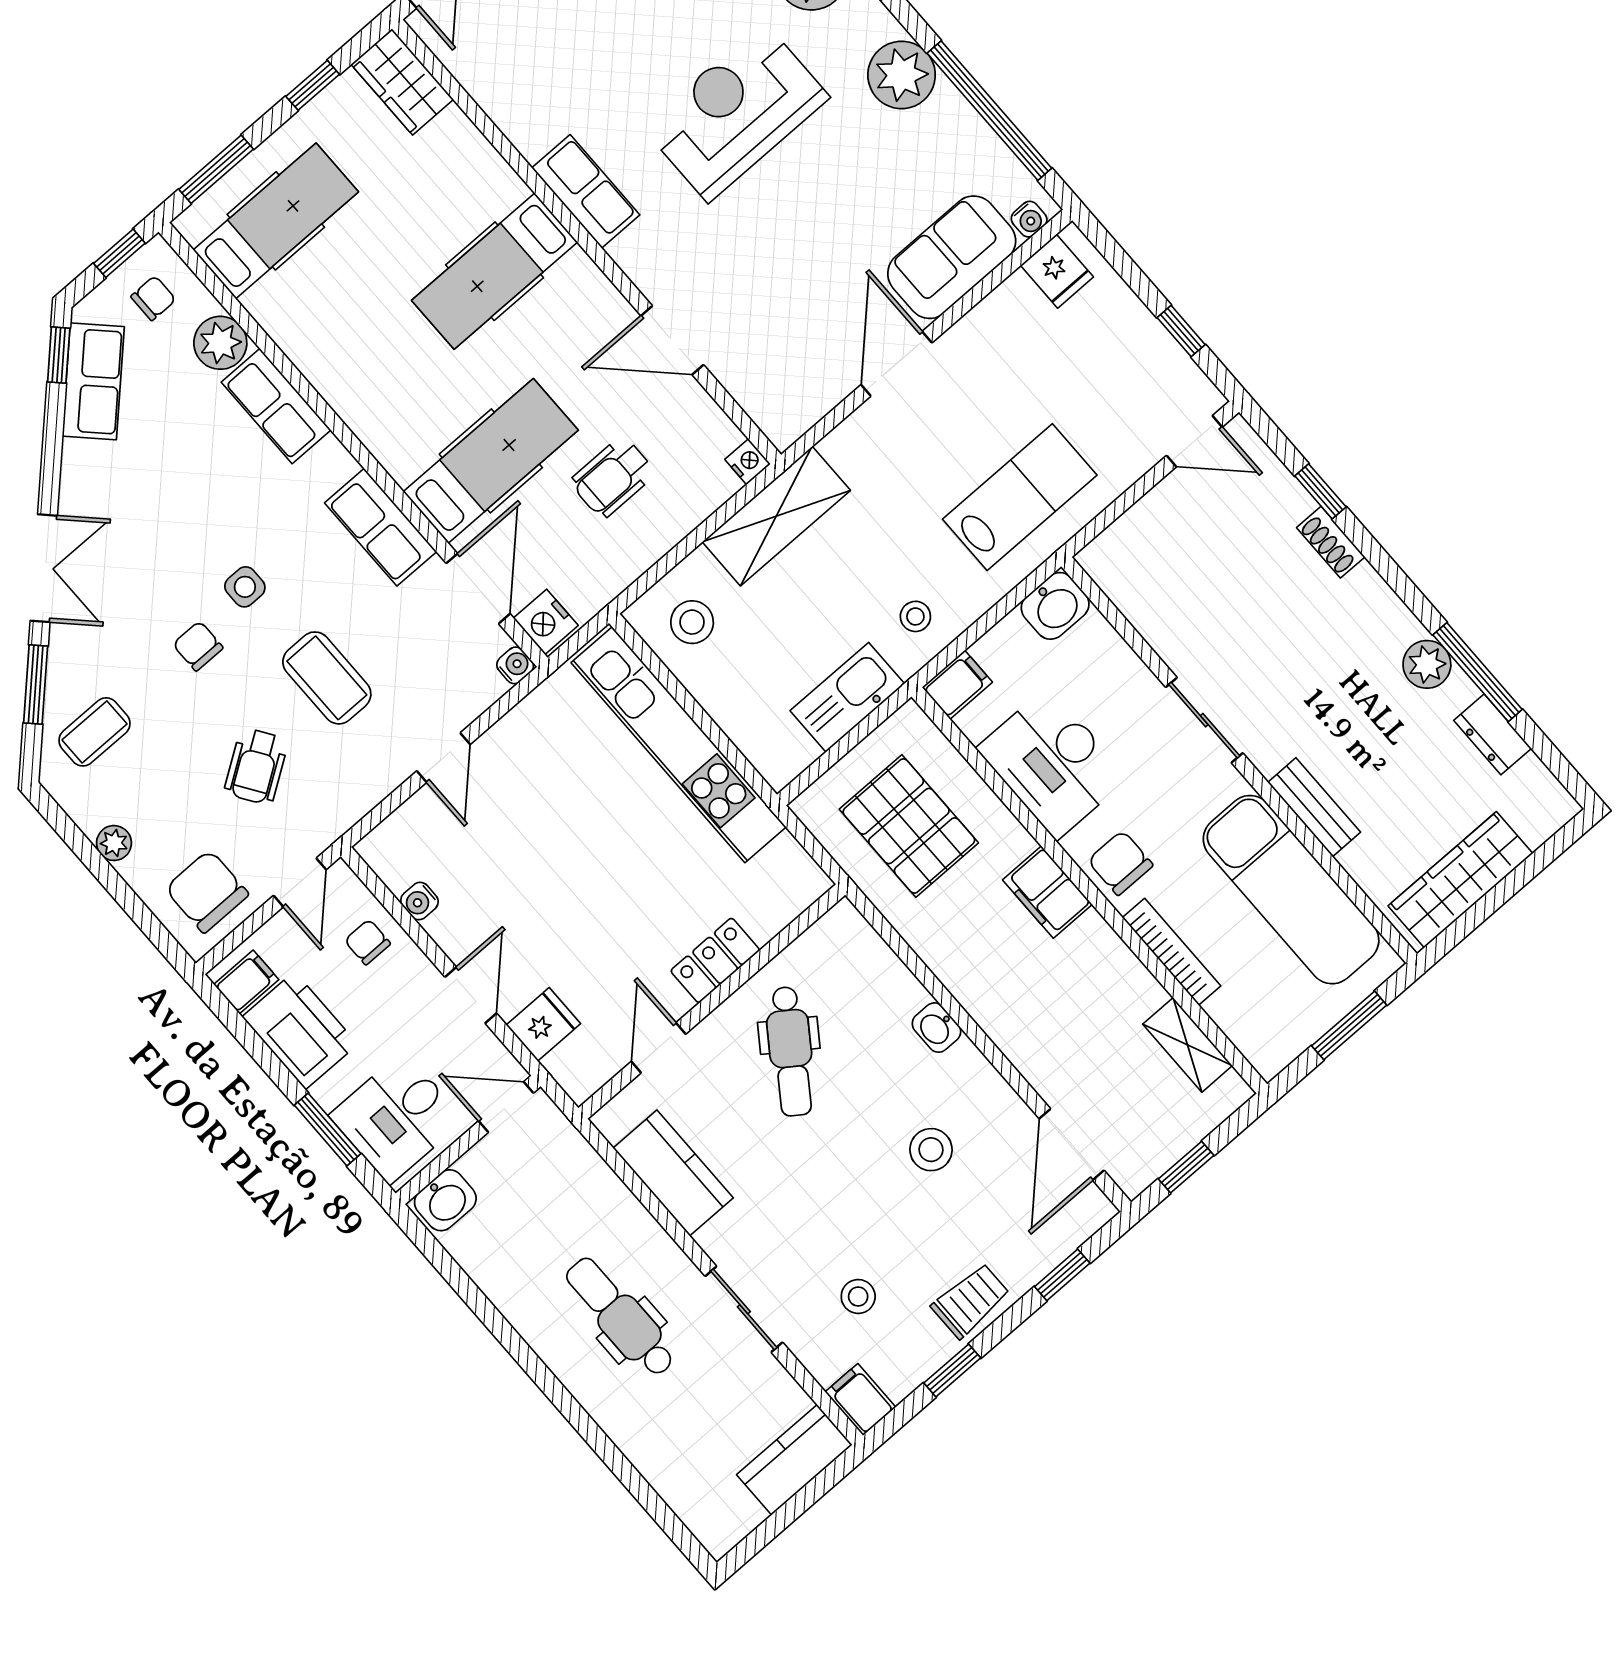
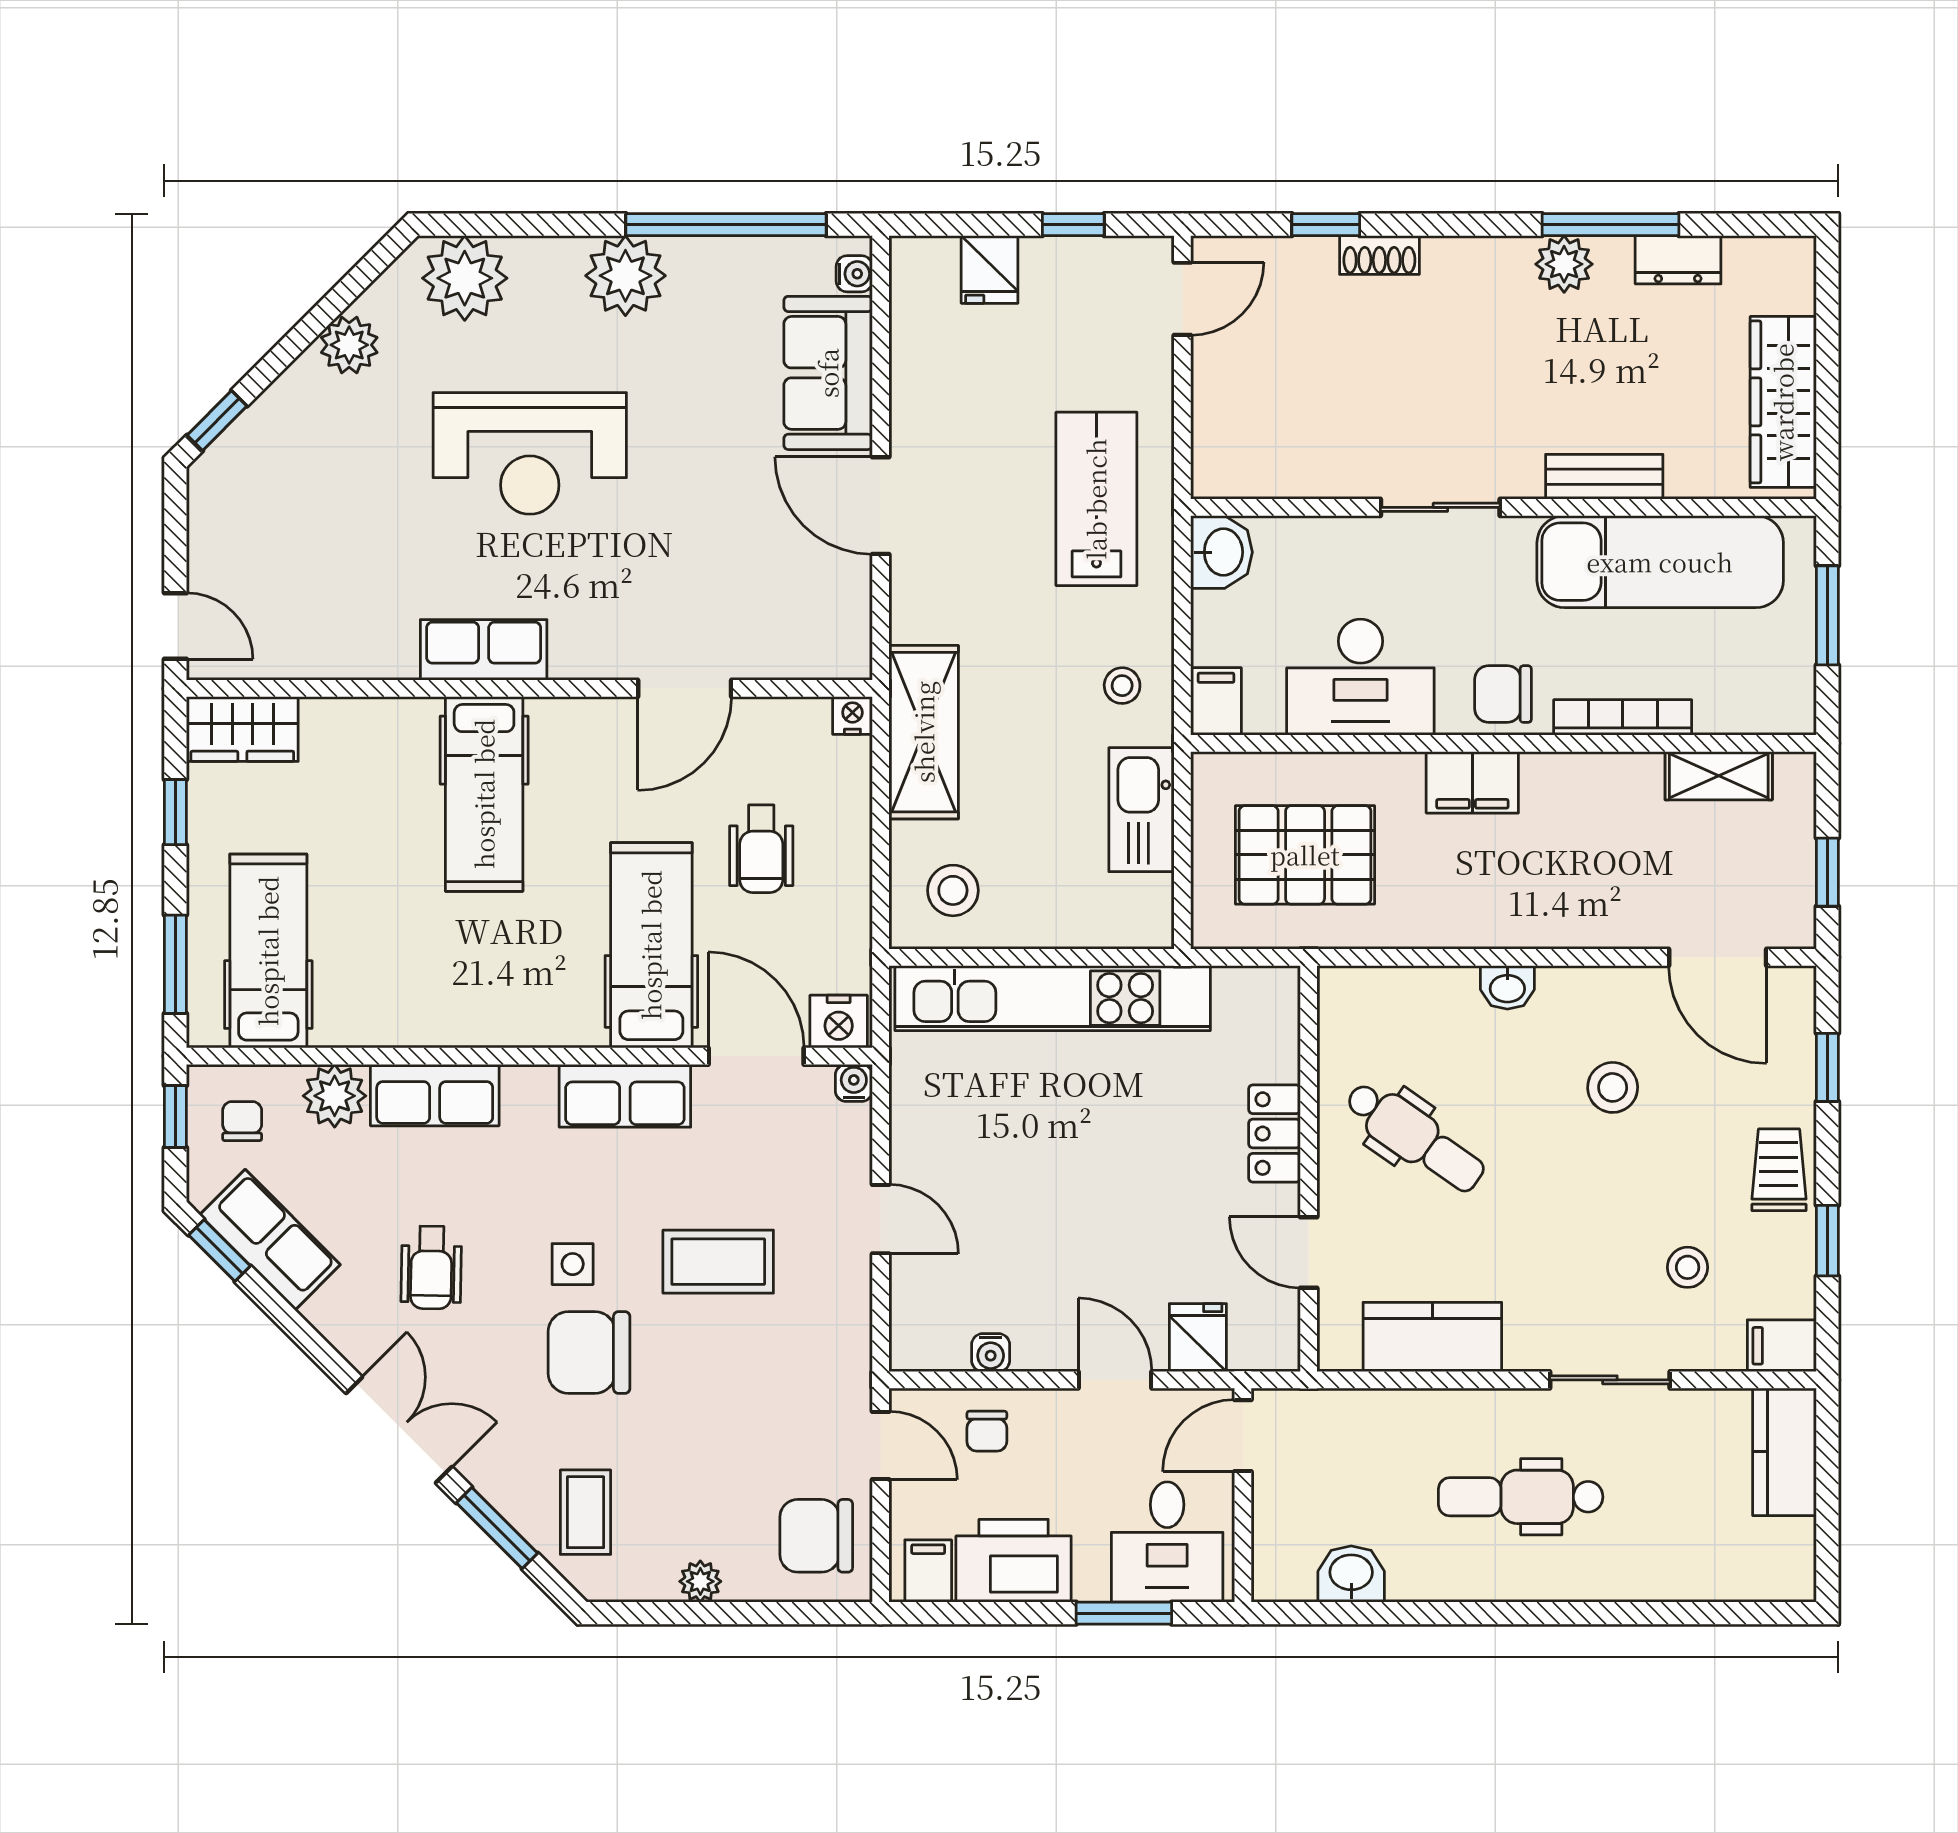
reception desk: (736, 112) -> (530, 453), turned -90
fridge: (1057, 271) -> (990, 269), moved, turned 90
chair: (198, 646) -> (589, 1352), width x1.87, depth x1.87
wheelchair: (256, 766) -> (431, 1267), moved, turned 35
chair: (367, 942) -> (987, 1431), turned -90
washbasin: (445, 1200) -> (1351, 1574), moved, turned -90

